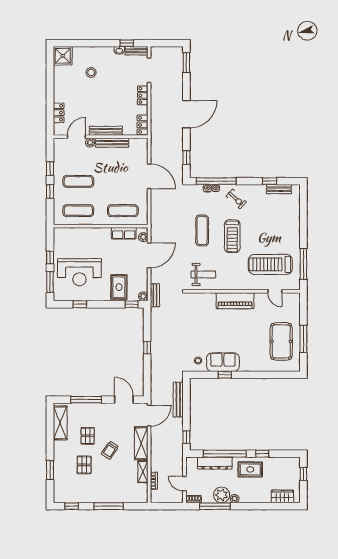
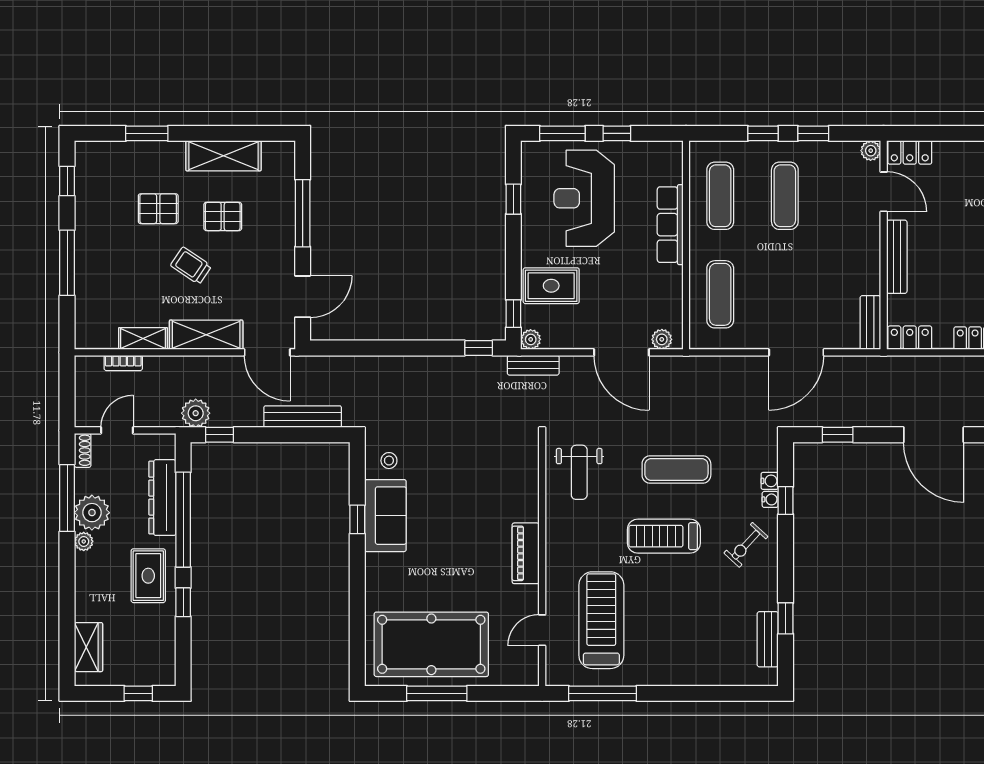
locker: (59, 113) -> (910, 152), moved
plant: (90, 143) -> (871, 151), moved
bench: (112, 143) -> (870, 323), moved, width x0.73
window: (216, 181) -> (786, 501), width x0.32
row of seats: (124, 233) -> (670, 225), moved, width x1.48
piano: (235, 301) -> (526, 553), width x0.73, depth x0.75
pool table: (281, 341) -> (431, 644), width x1.36, depth x1.32
window: (147, 348) -> (479, 348), moved
shelving: (60, 423) -> (223, 156), moved
plant: (177, 448) -> (196, 413), added

